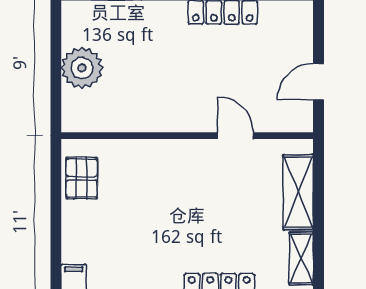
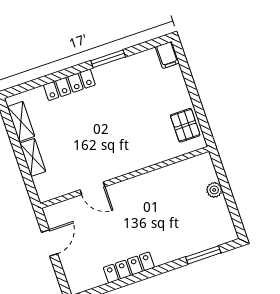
plant: (82, 68) -> (214, 190), width x0.53, depth x0.53
shelving: (298, 192) -> (33, 157), width x0.67, depth x0.75

